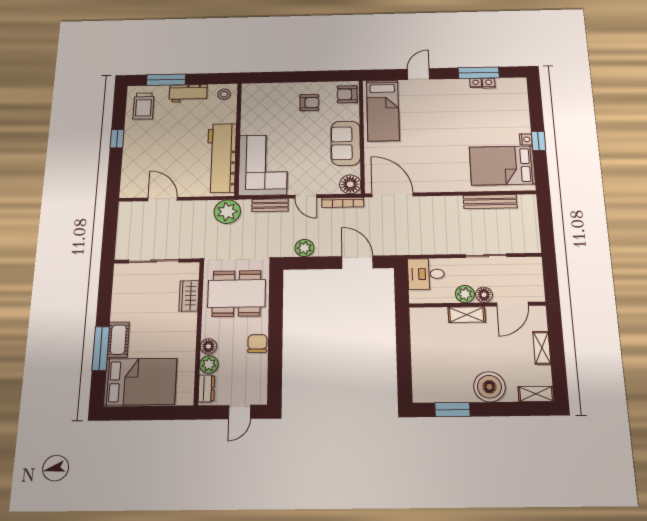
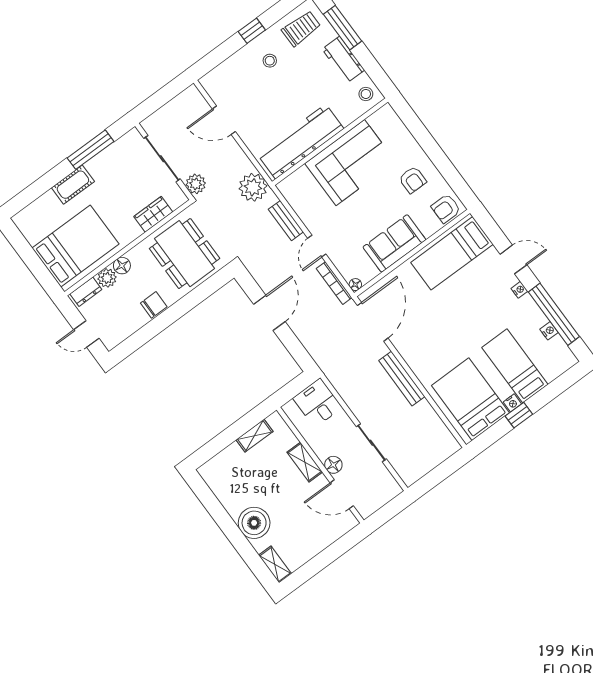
window: (479, 73) -> (554, 314), width x1.46
nightstand: (476, 83) -> (519, 290), moved
armchair: (347, 94) -> (446, 209), turned -90
trolley: (144, 106) -> (301, 28), turned 180
bed: (499, 121) -> (515, 366), added
stool: (148, 141) -> (270, 61), added
corner sofa: (263, 165) -> (350, 163), moved
floor lamp: (350, 184) -> (355, 285), width x0.53, depth x0.53
door: (163, 199) -> (224, 120), swing flipped
bench: (490, 202) -> (402, 379), moved
plant: (304, 248) -> (196, 184), moved
door: (357, 262) -> (269, 313), moved
plant: (465, 294) -> (323, 448), removed
window: (101, 348) -> (91, 150), moved
shelving: (542, 348) -> (254, 436), moved
bed: (140, 382) -> (75, 246), moved, turned -90
window: (452, 410) -> (213, 506), removed

